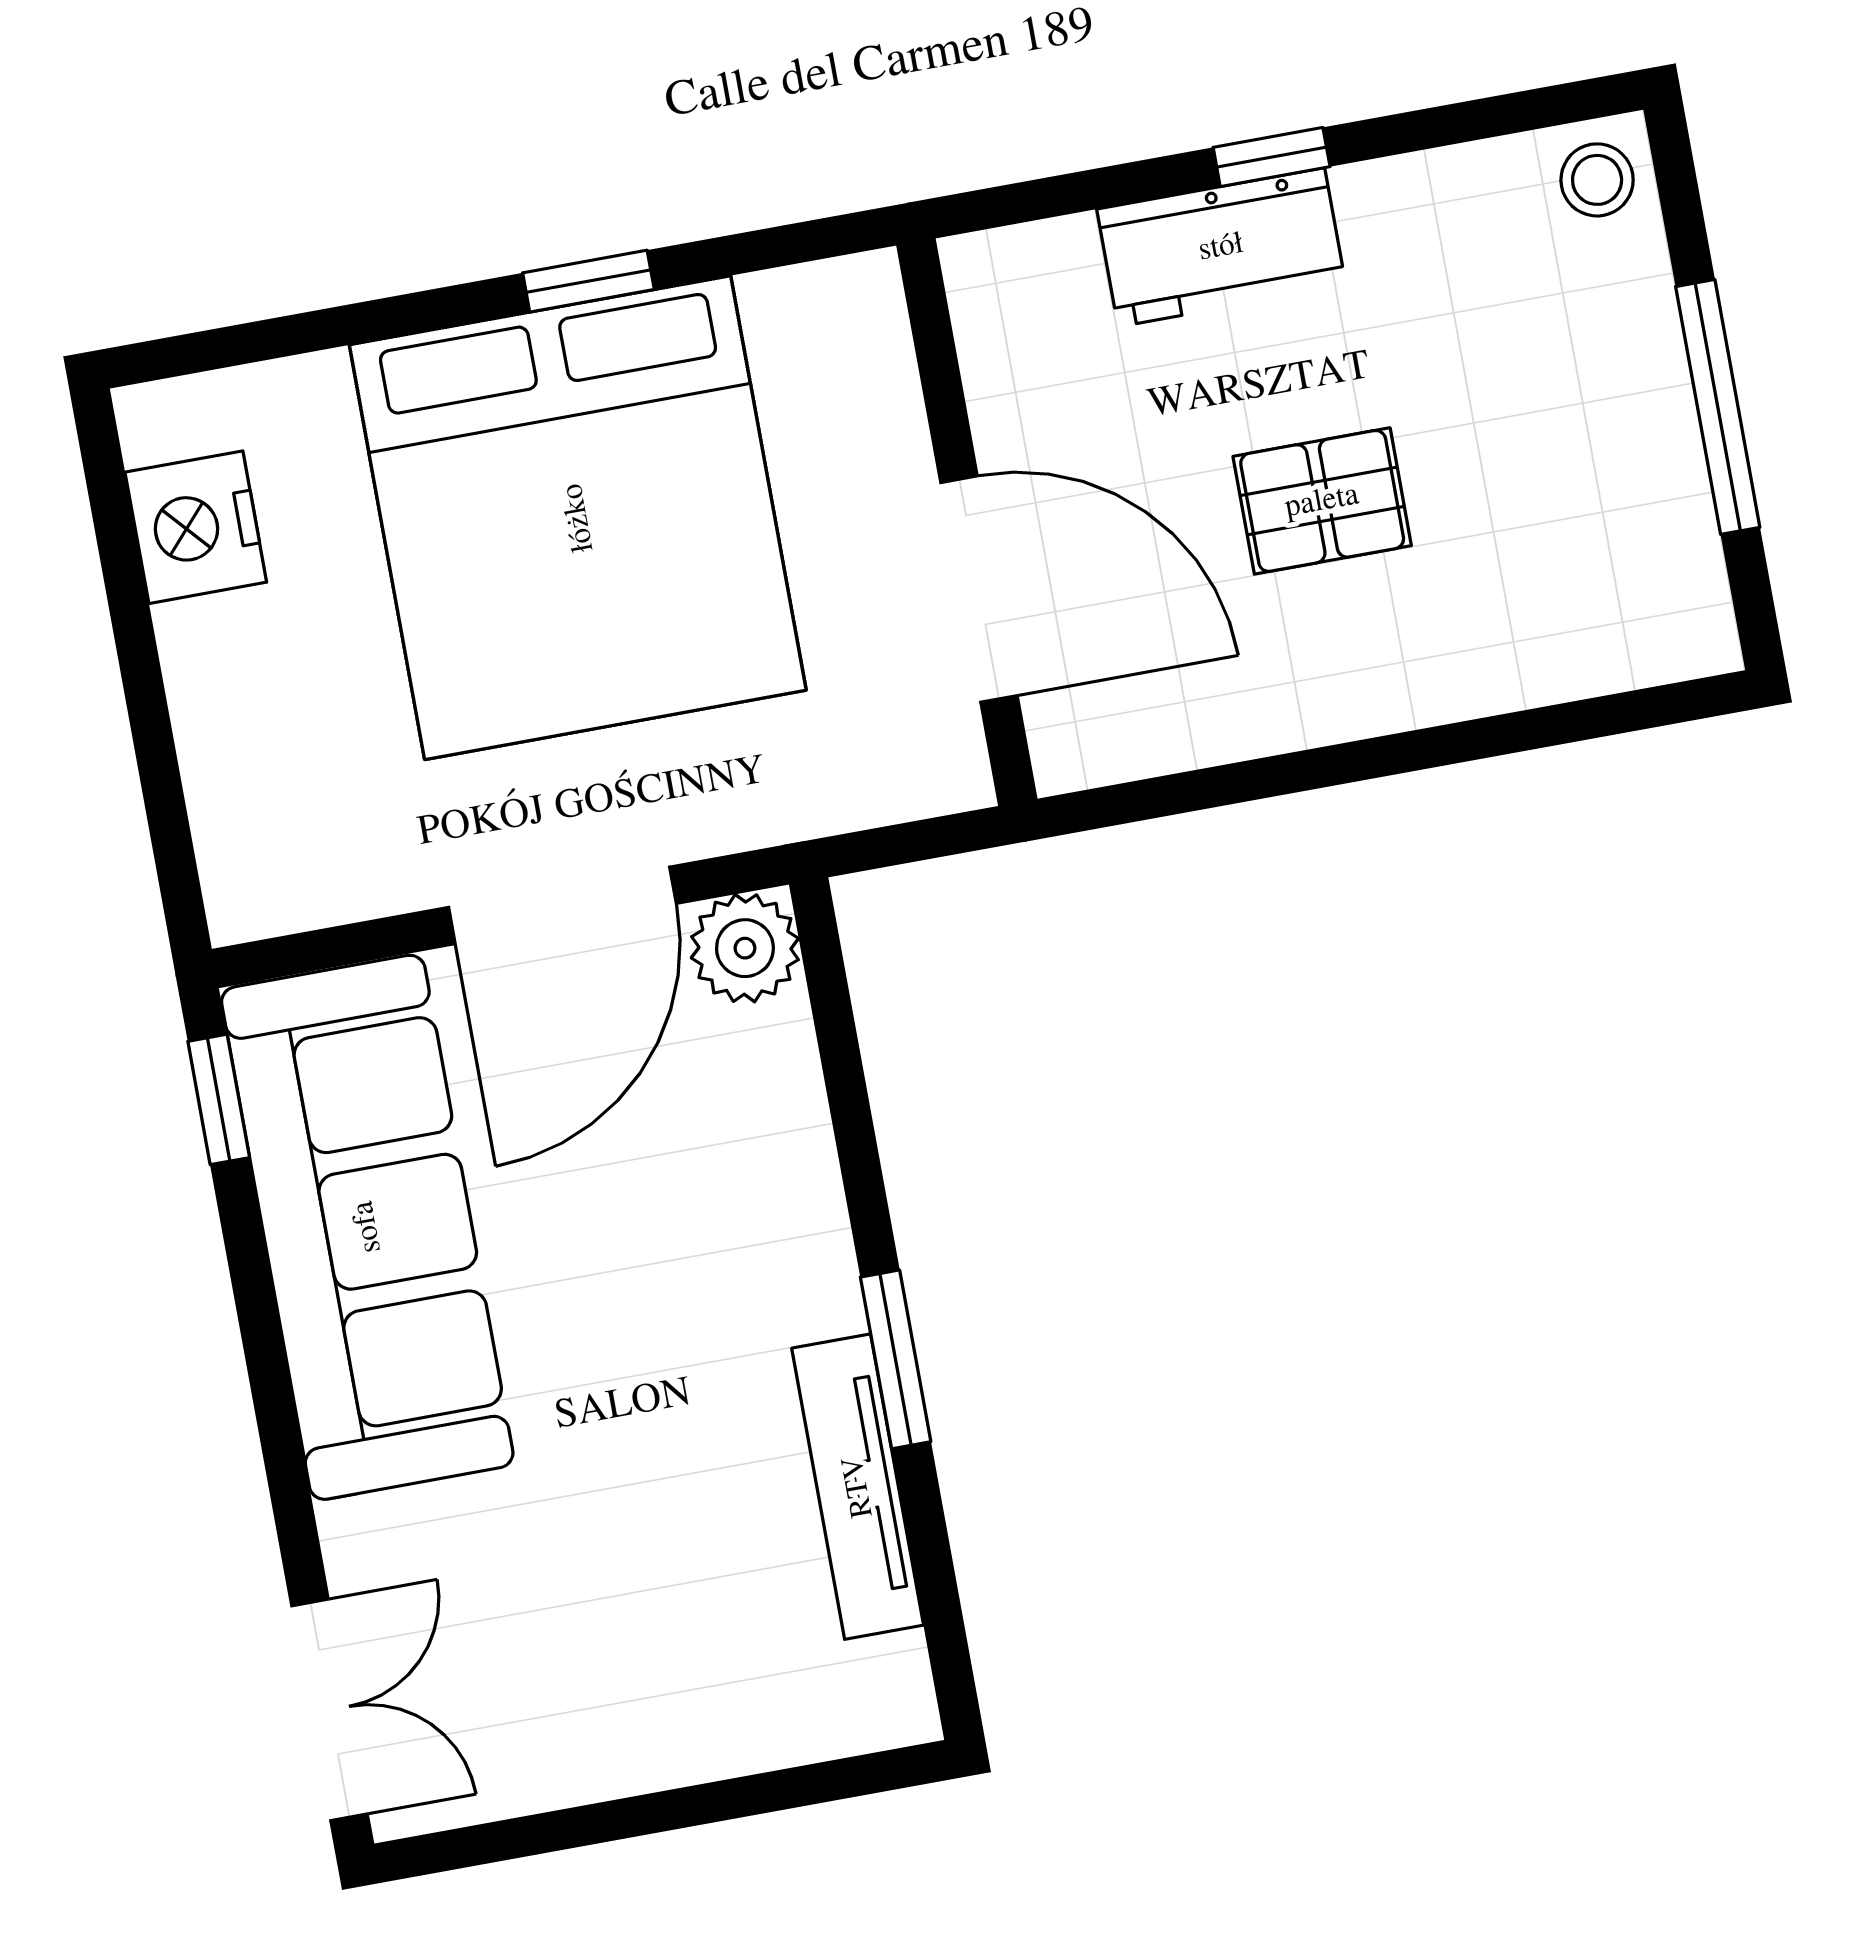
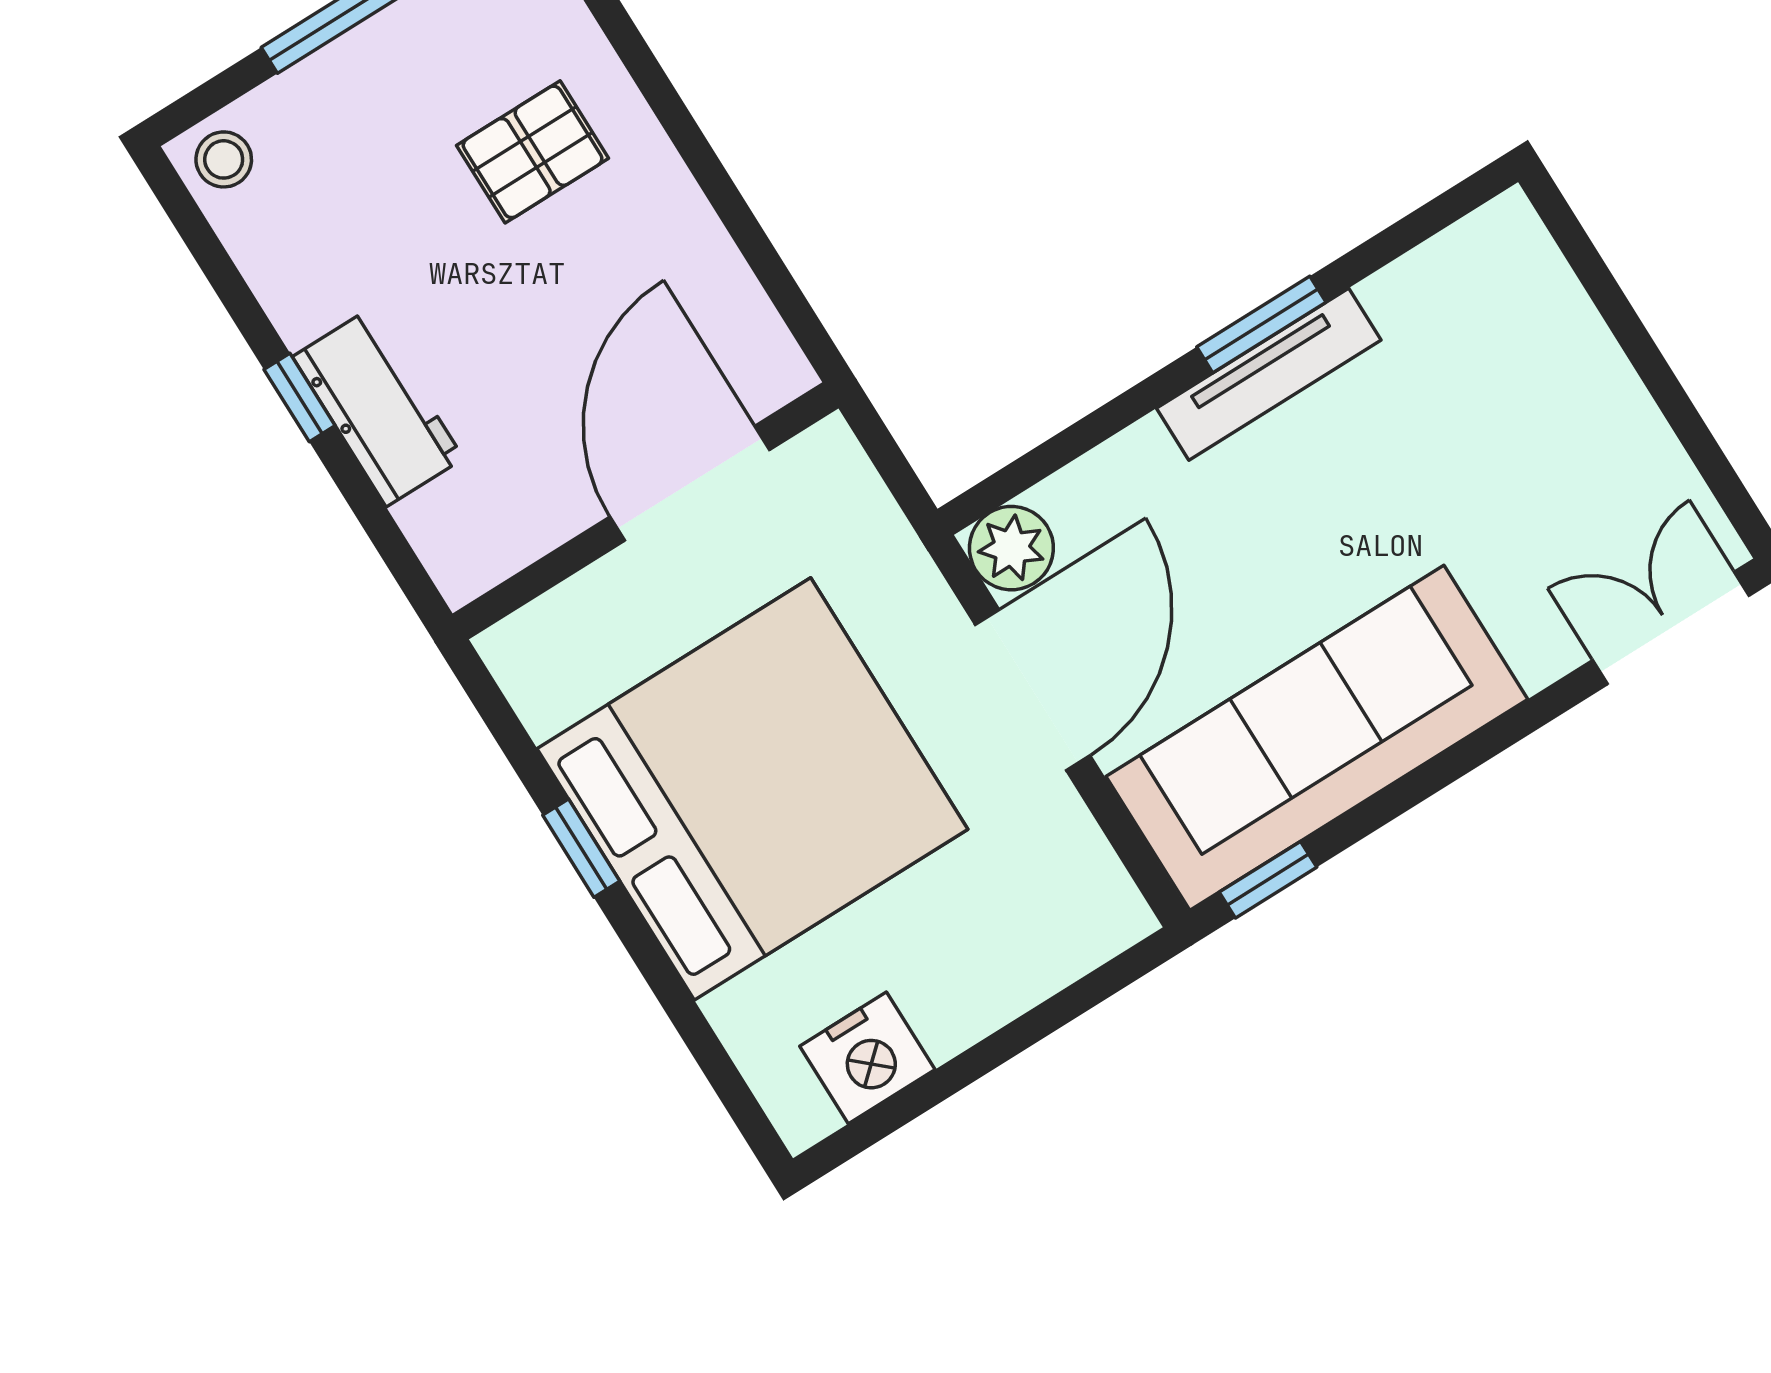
pallet: (1322, 501) -> (533, 152), moved, turned 90
door: (562, 905) -> (1033, 690), hinge flipped
tv unit: (858, 1487) -> (1269, 374), moved

